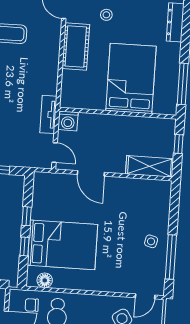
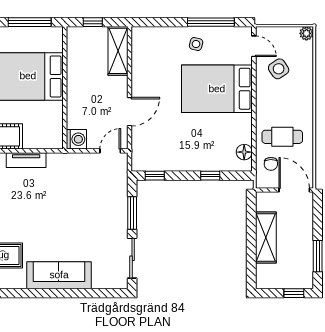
tv unit: (48, 114) -> (26, 160), moved
window: (27, 216) -> (155, 176), moved
bed: (63, 245) -> (217, 89), moved, turned -90

